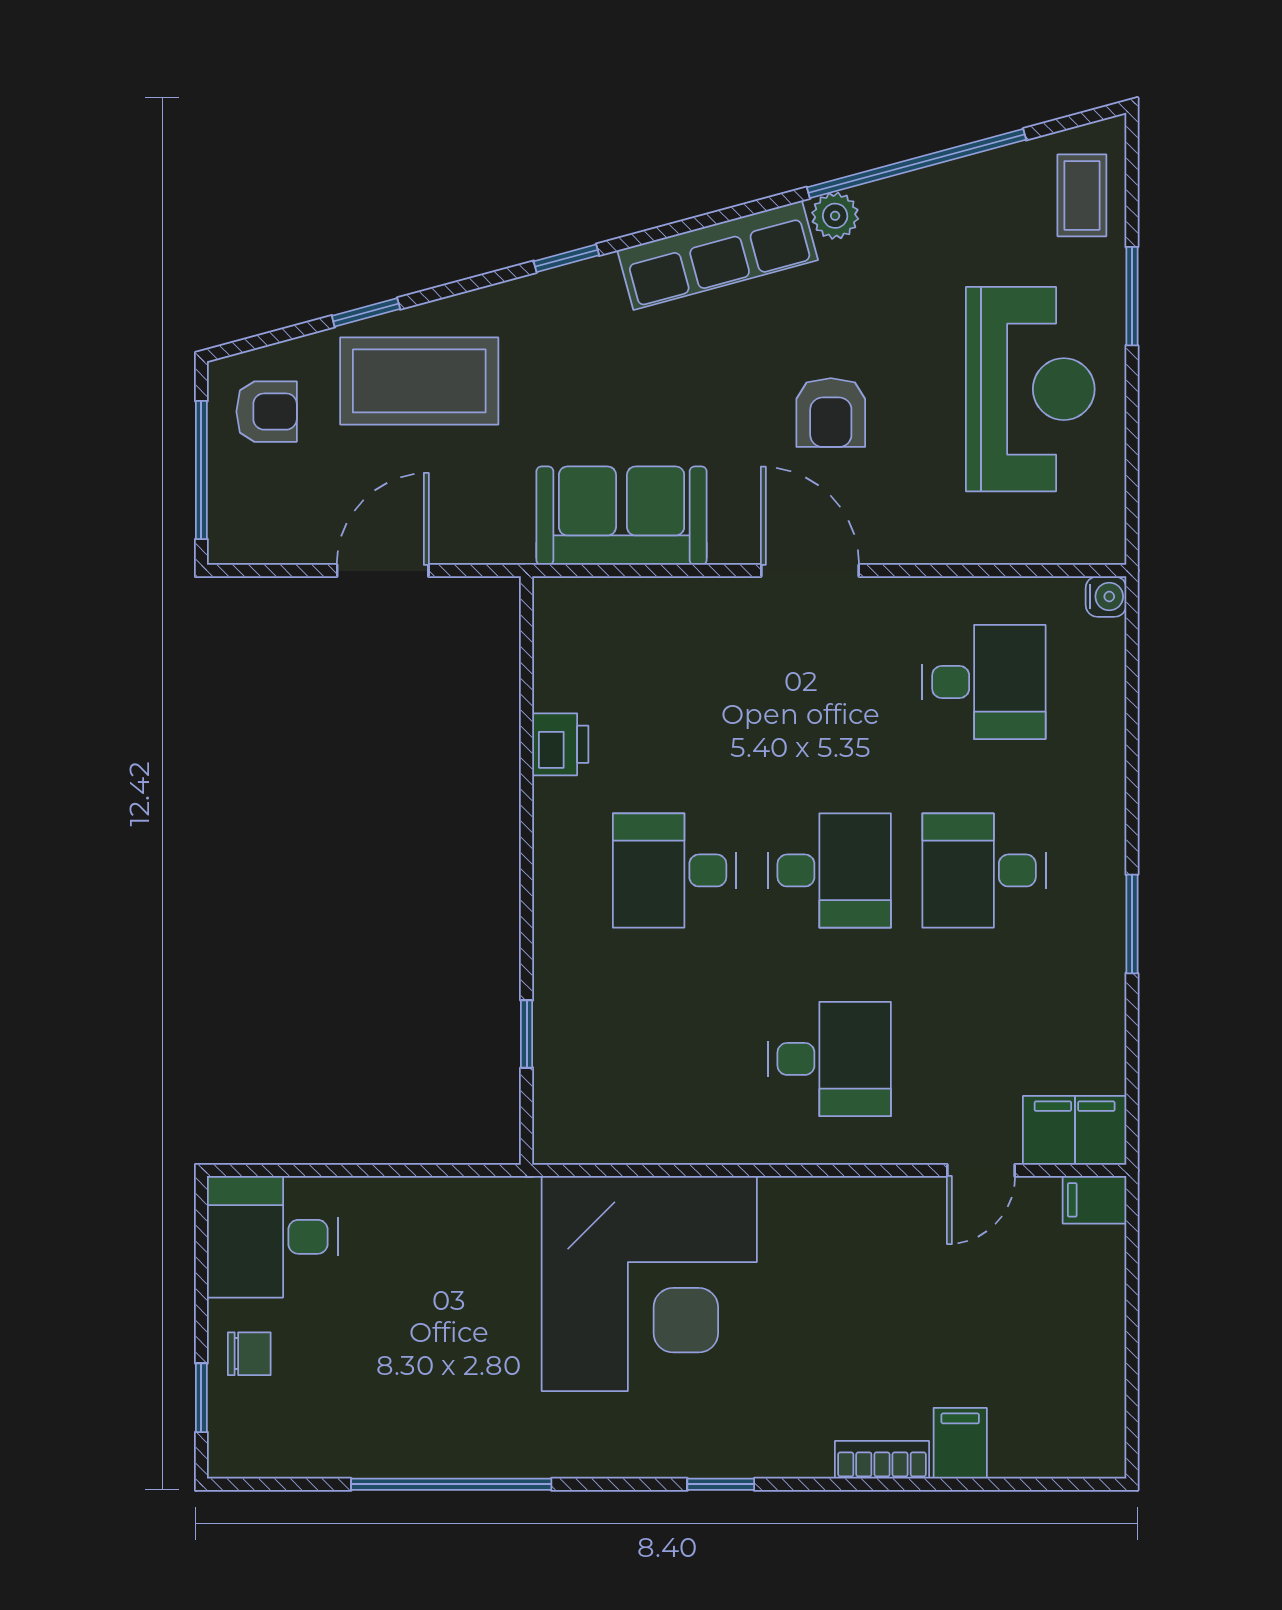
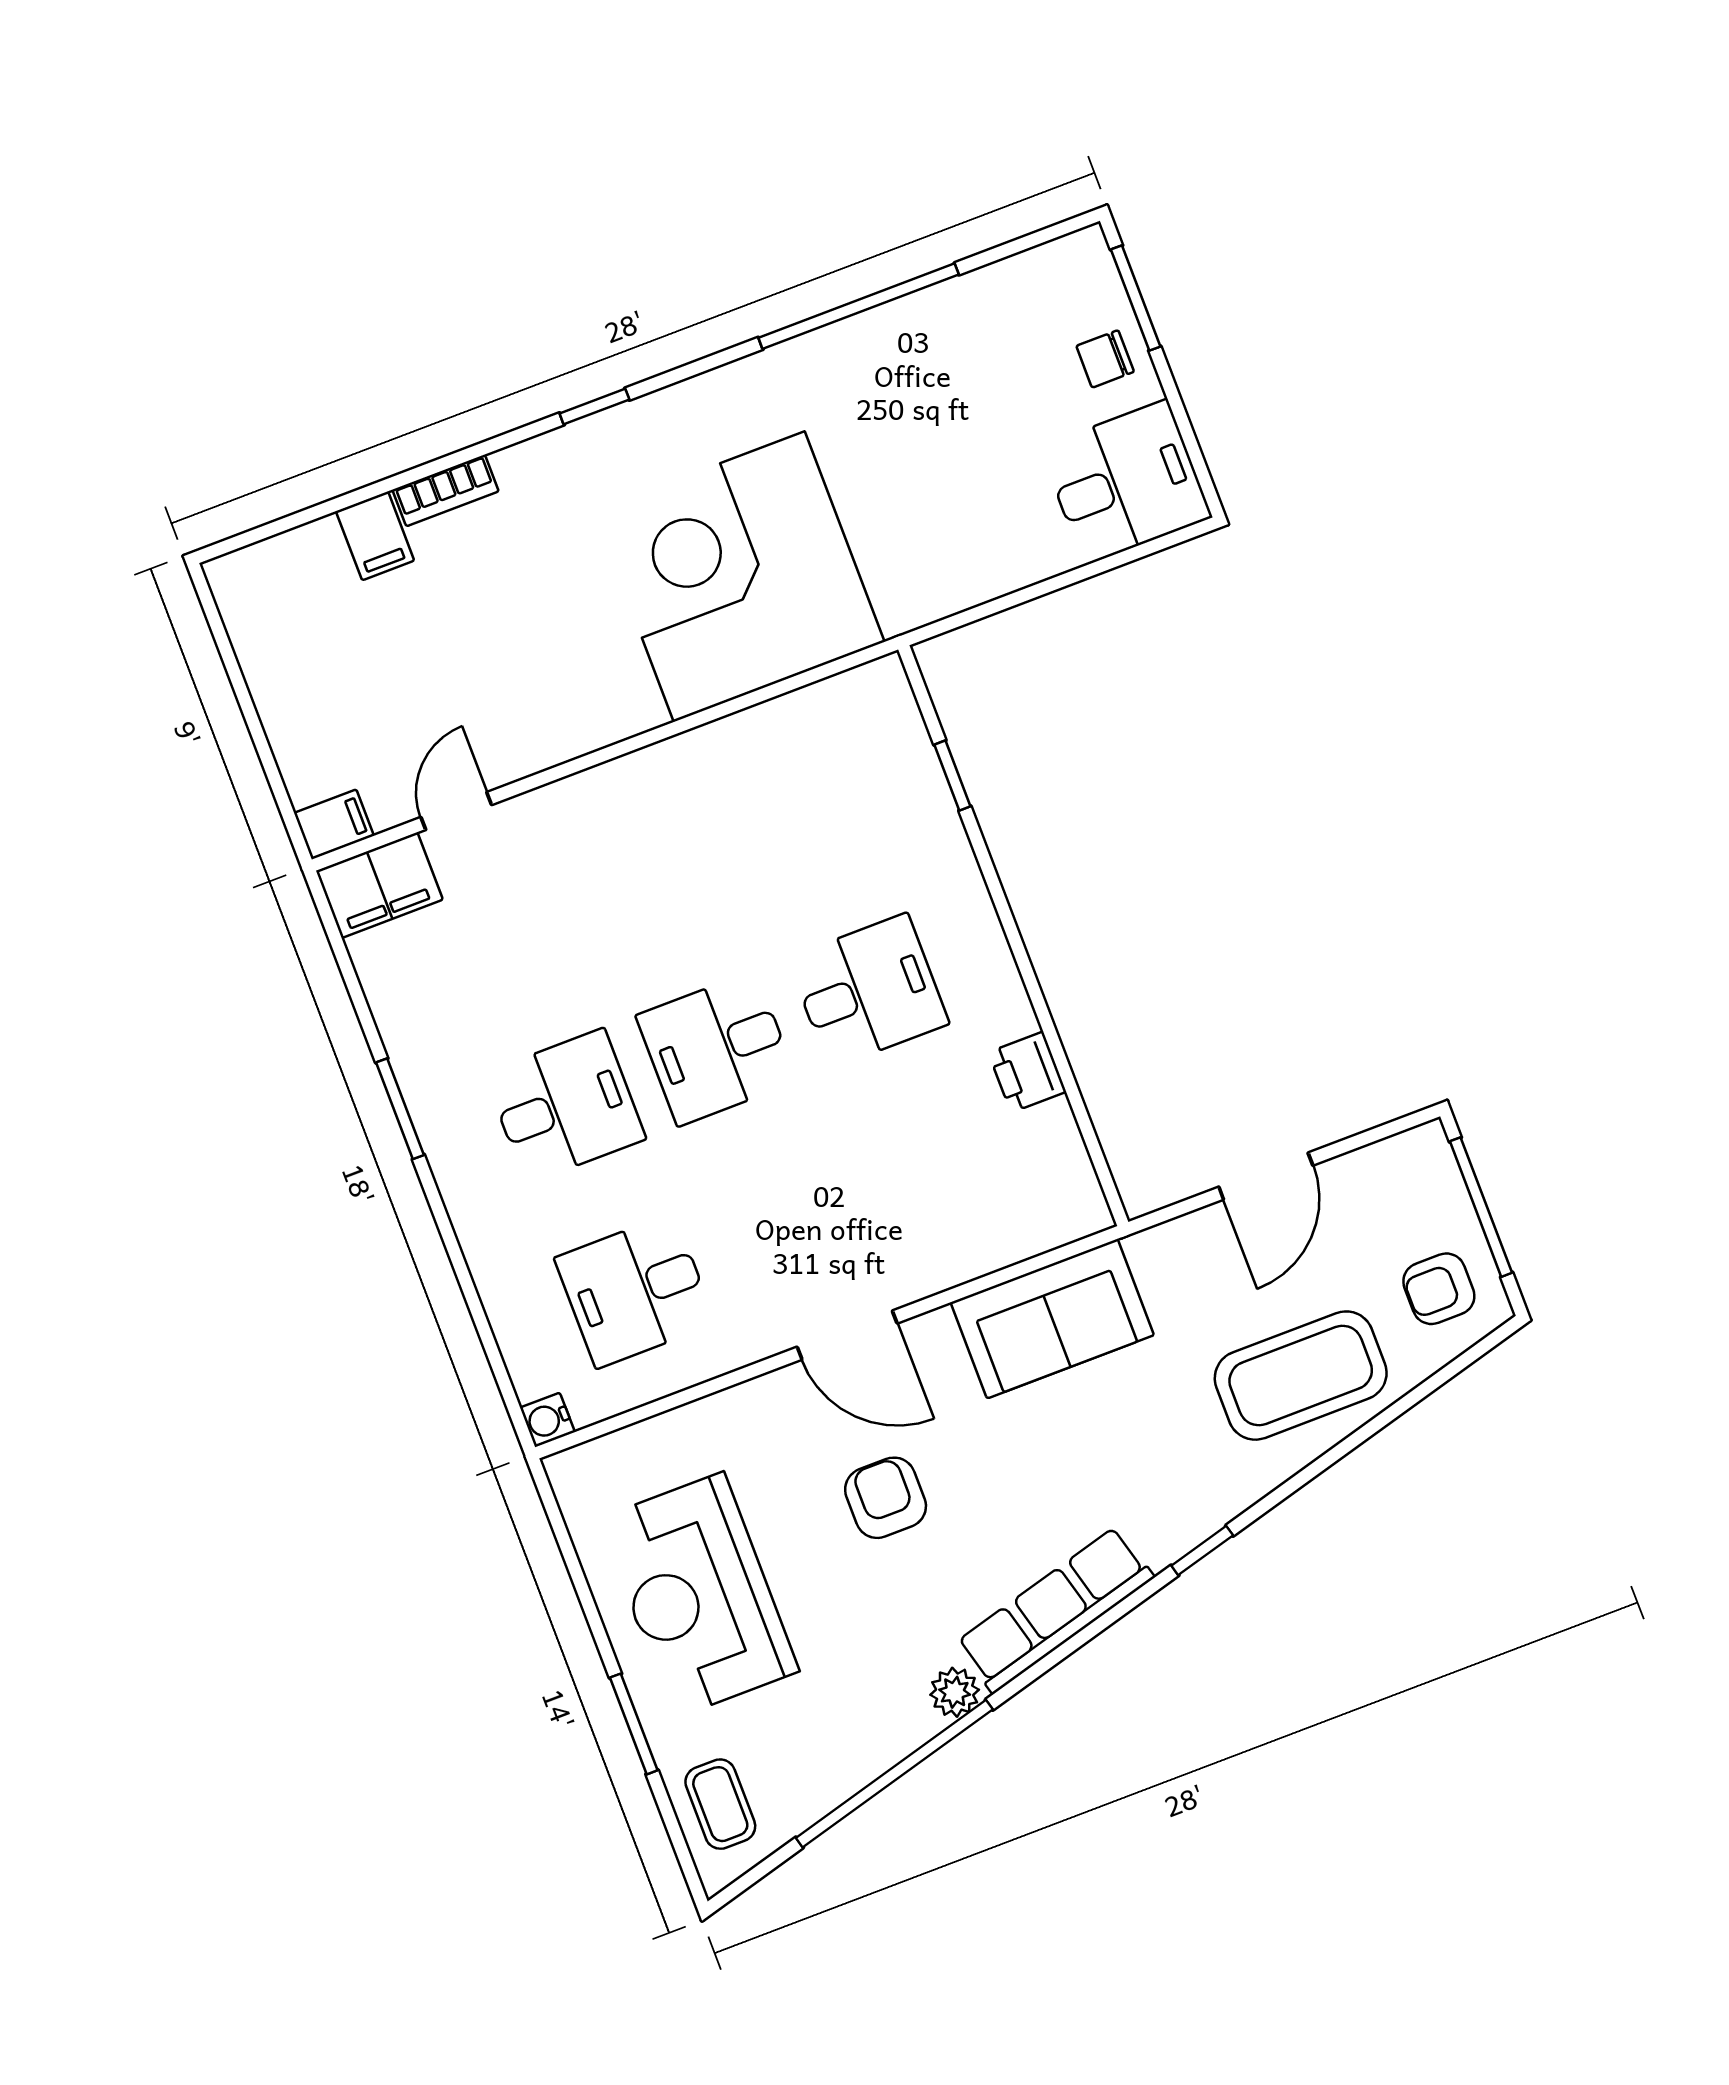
window: (366, 312) -> (1378, 1423), removed
desk: (829, 1059) -> (646, 864), removed
window: (201, 1398) -> (1136, 298), width x1.50

